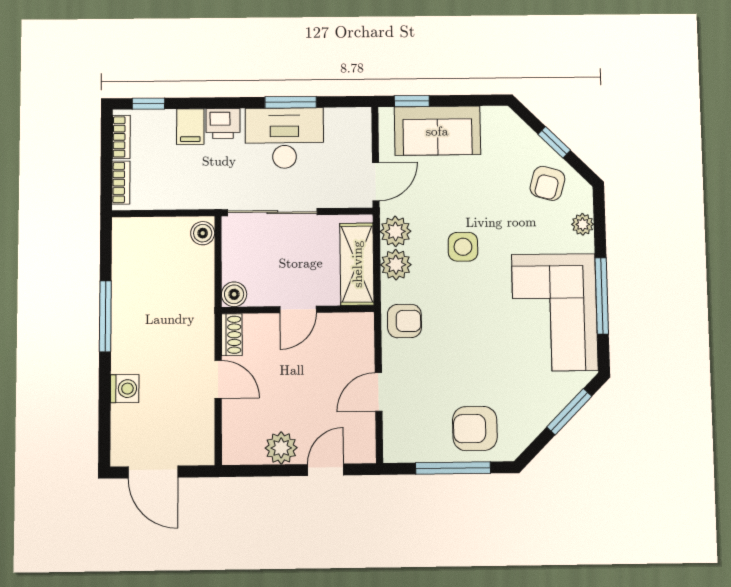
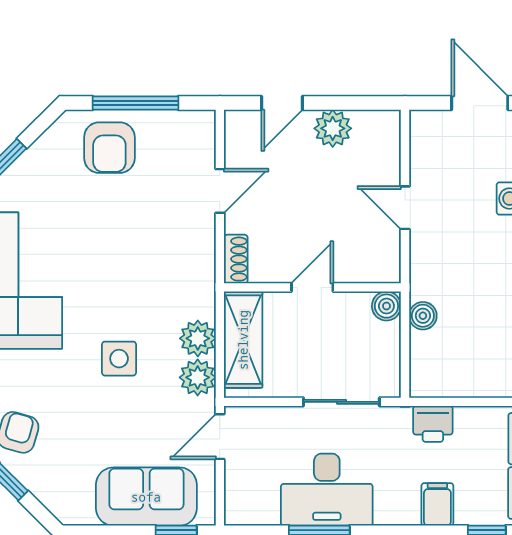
printer: (223, 124) -> (433, 424), moved, turned 180
sliding door: (272, 212) -> (341, 402), width x0.73
boiler: (203, 233) -> (423, 316), moved
armchair: (404, 321) -> (189, 273), removed
shoe rack: (232, 335) -> (236, 259), moved, turned 180
armchair: (475, 429) -> (109, 148), turned 90

